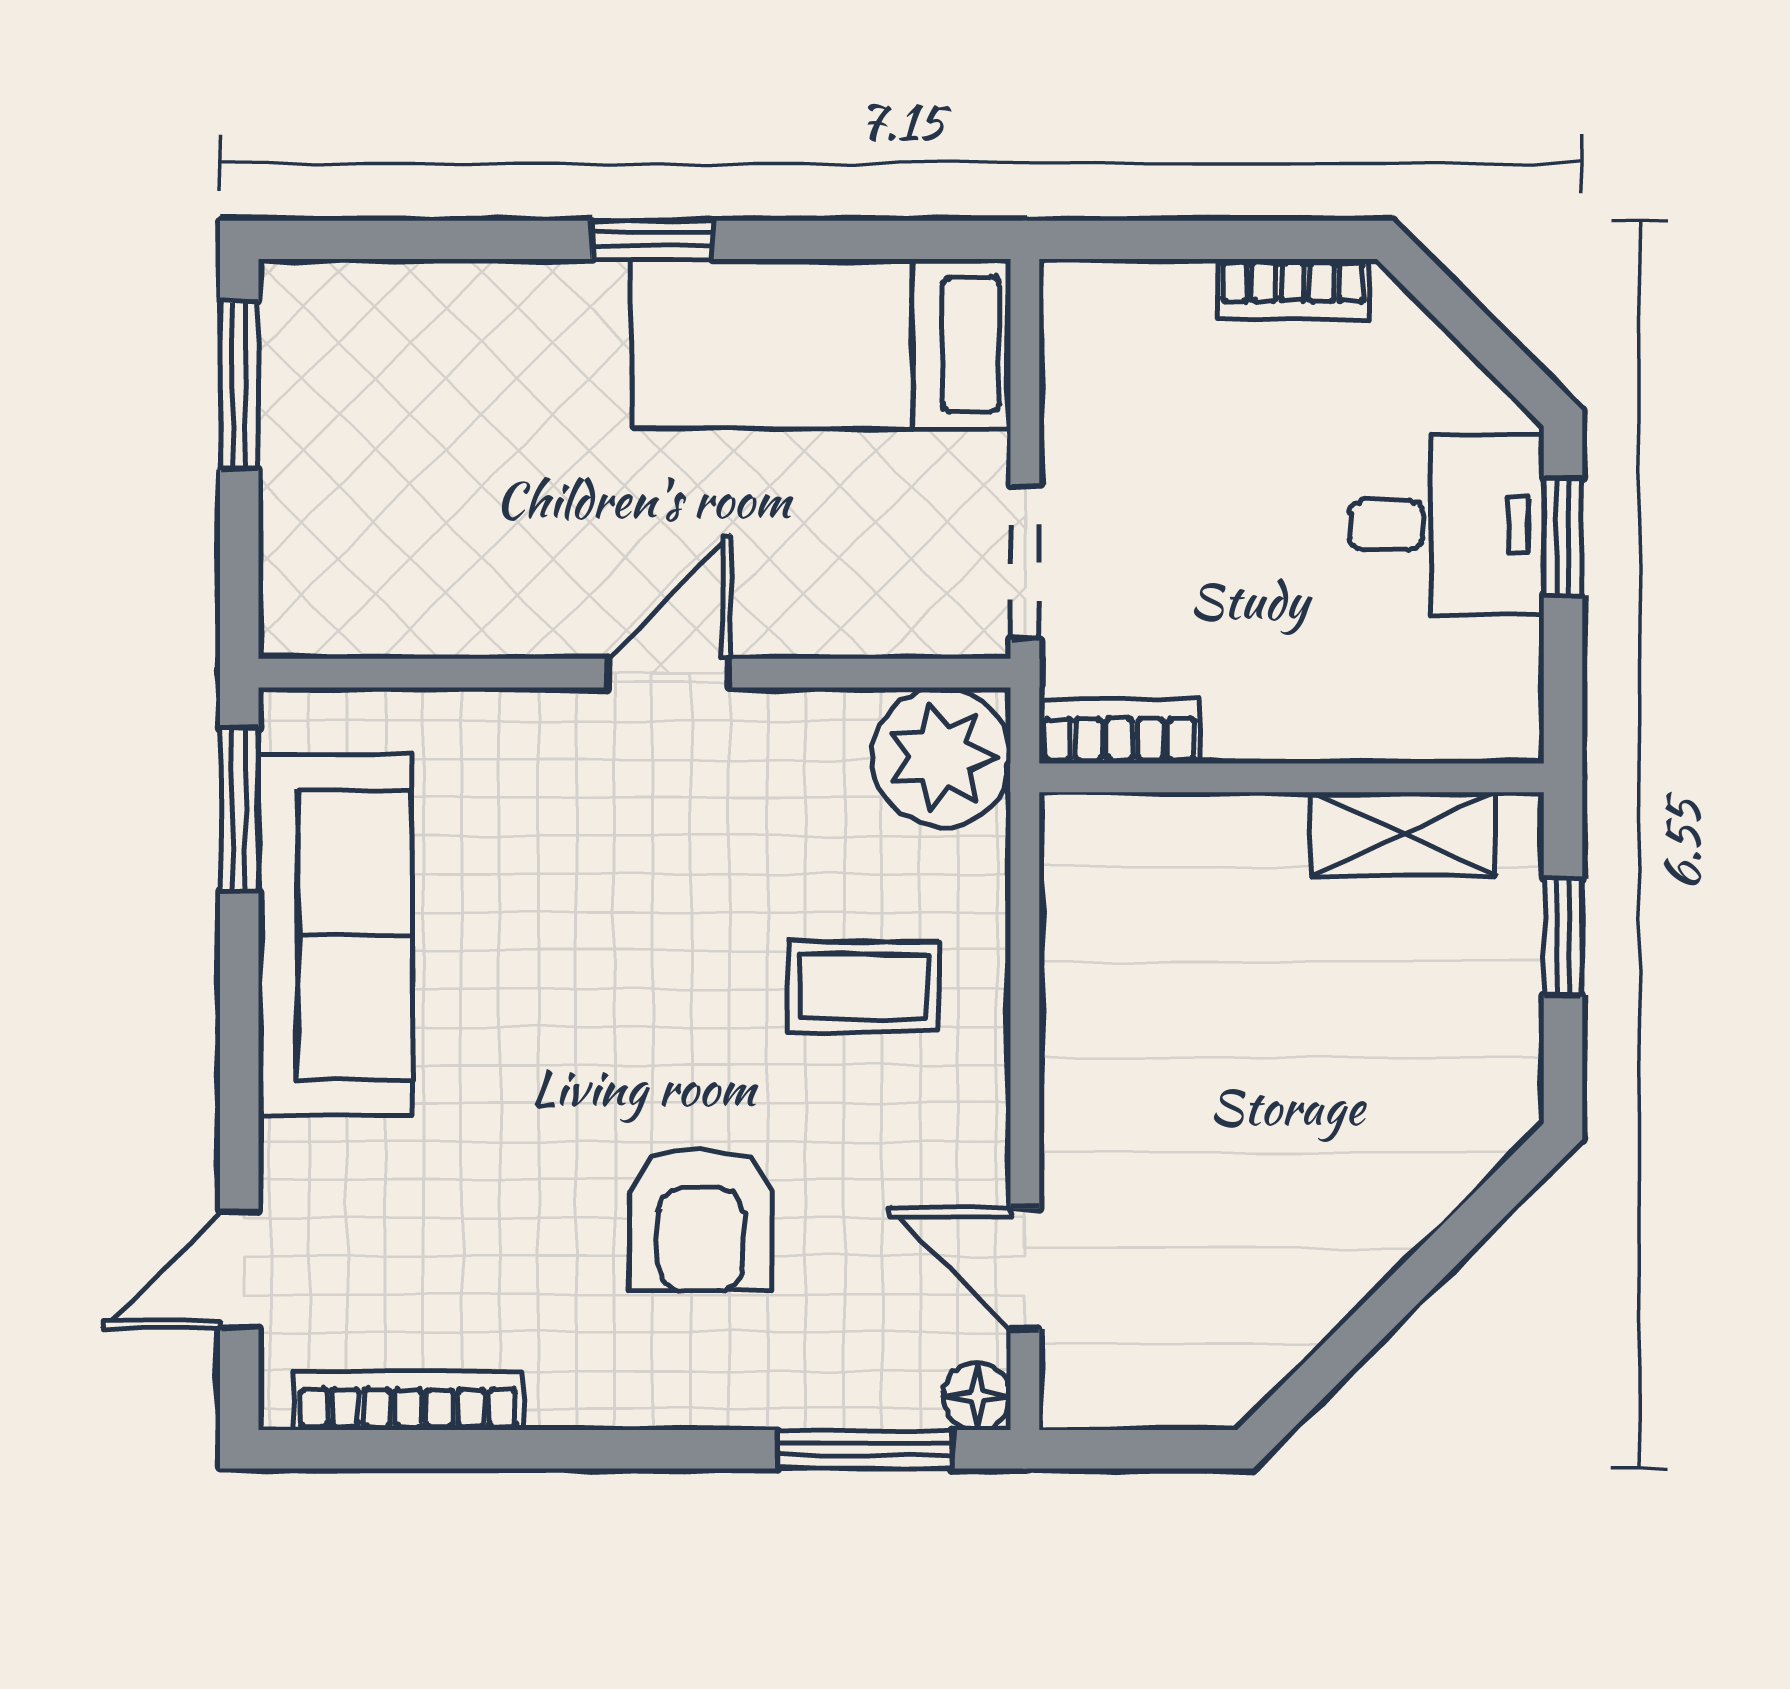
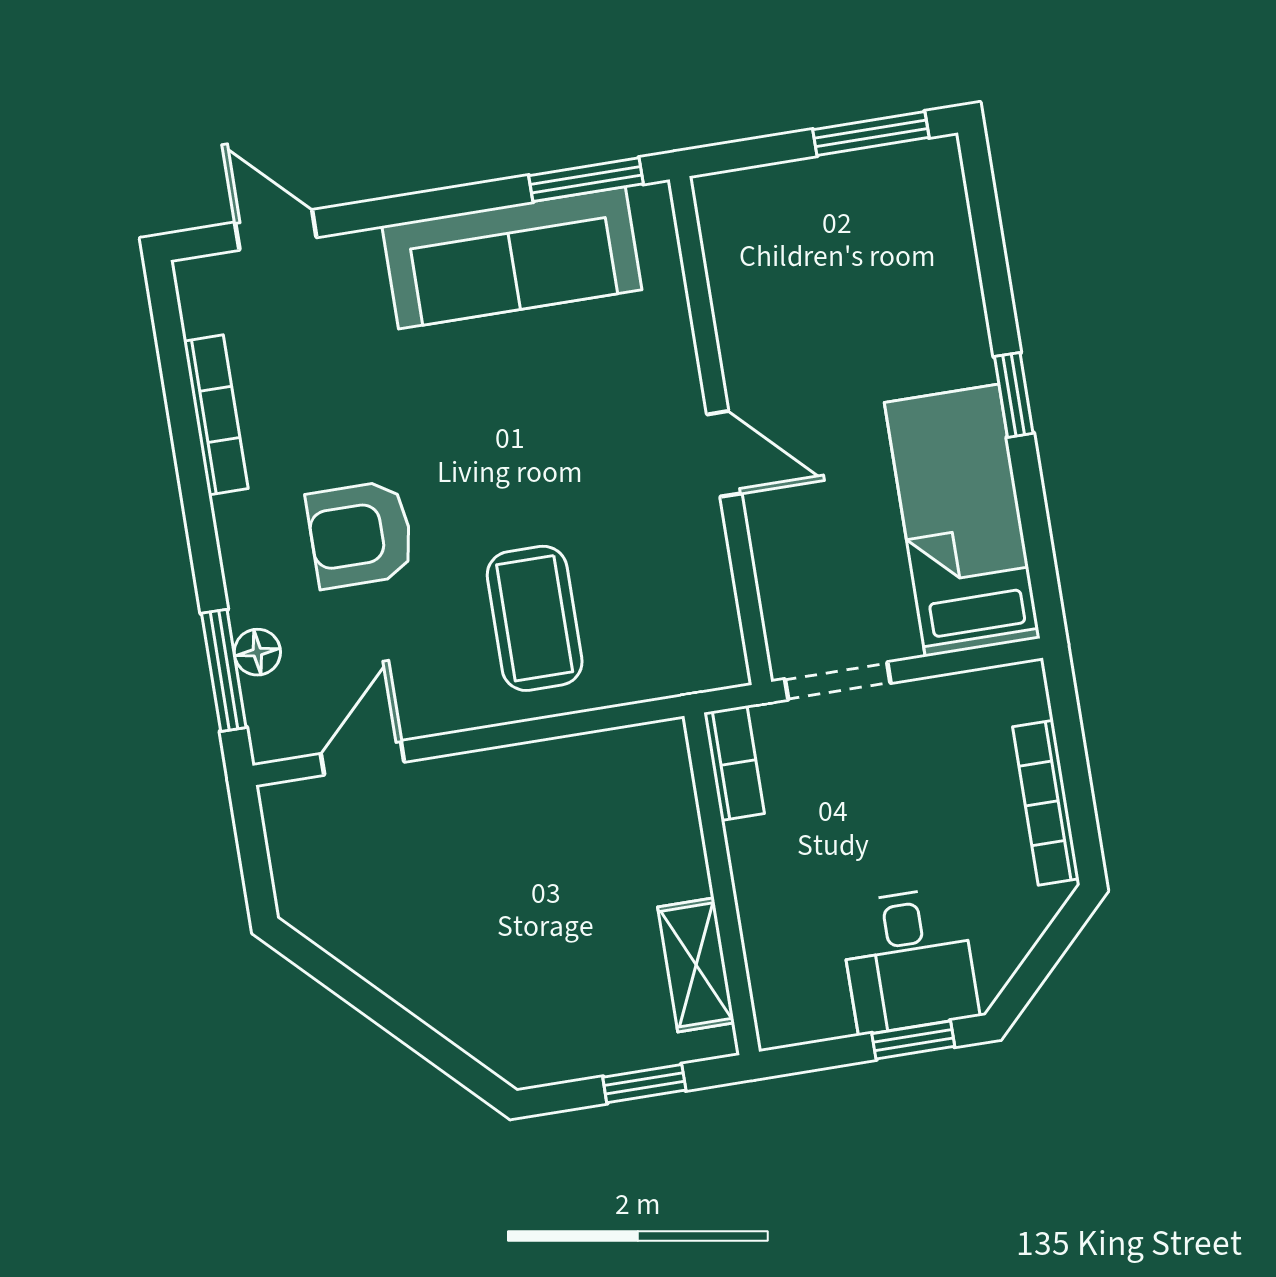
bookcase: (1293, 289) -> (1046, 803), width x1.56
plant: (941, 757) -> (698, 646), removed
coffee table: (863, 987) -> (535, 618), width x1.36, depth x1.30
floor lamp: (977, 1396) -> (257, 652), moved
bookcase: (408, 1401) -> (216, 415), moved

